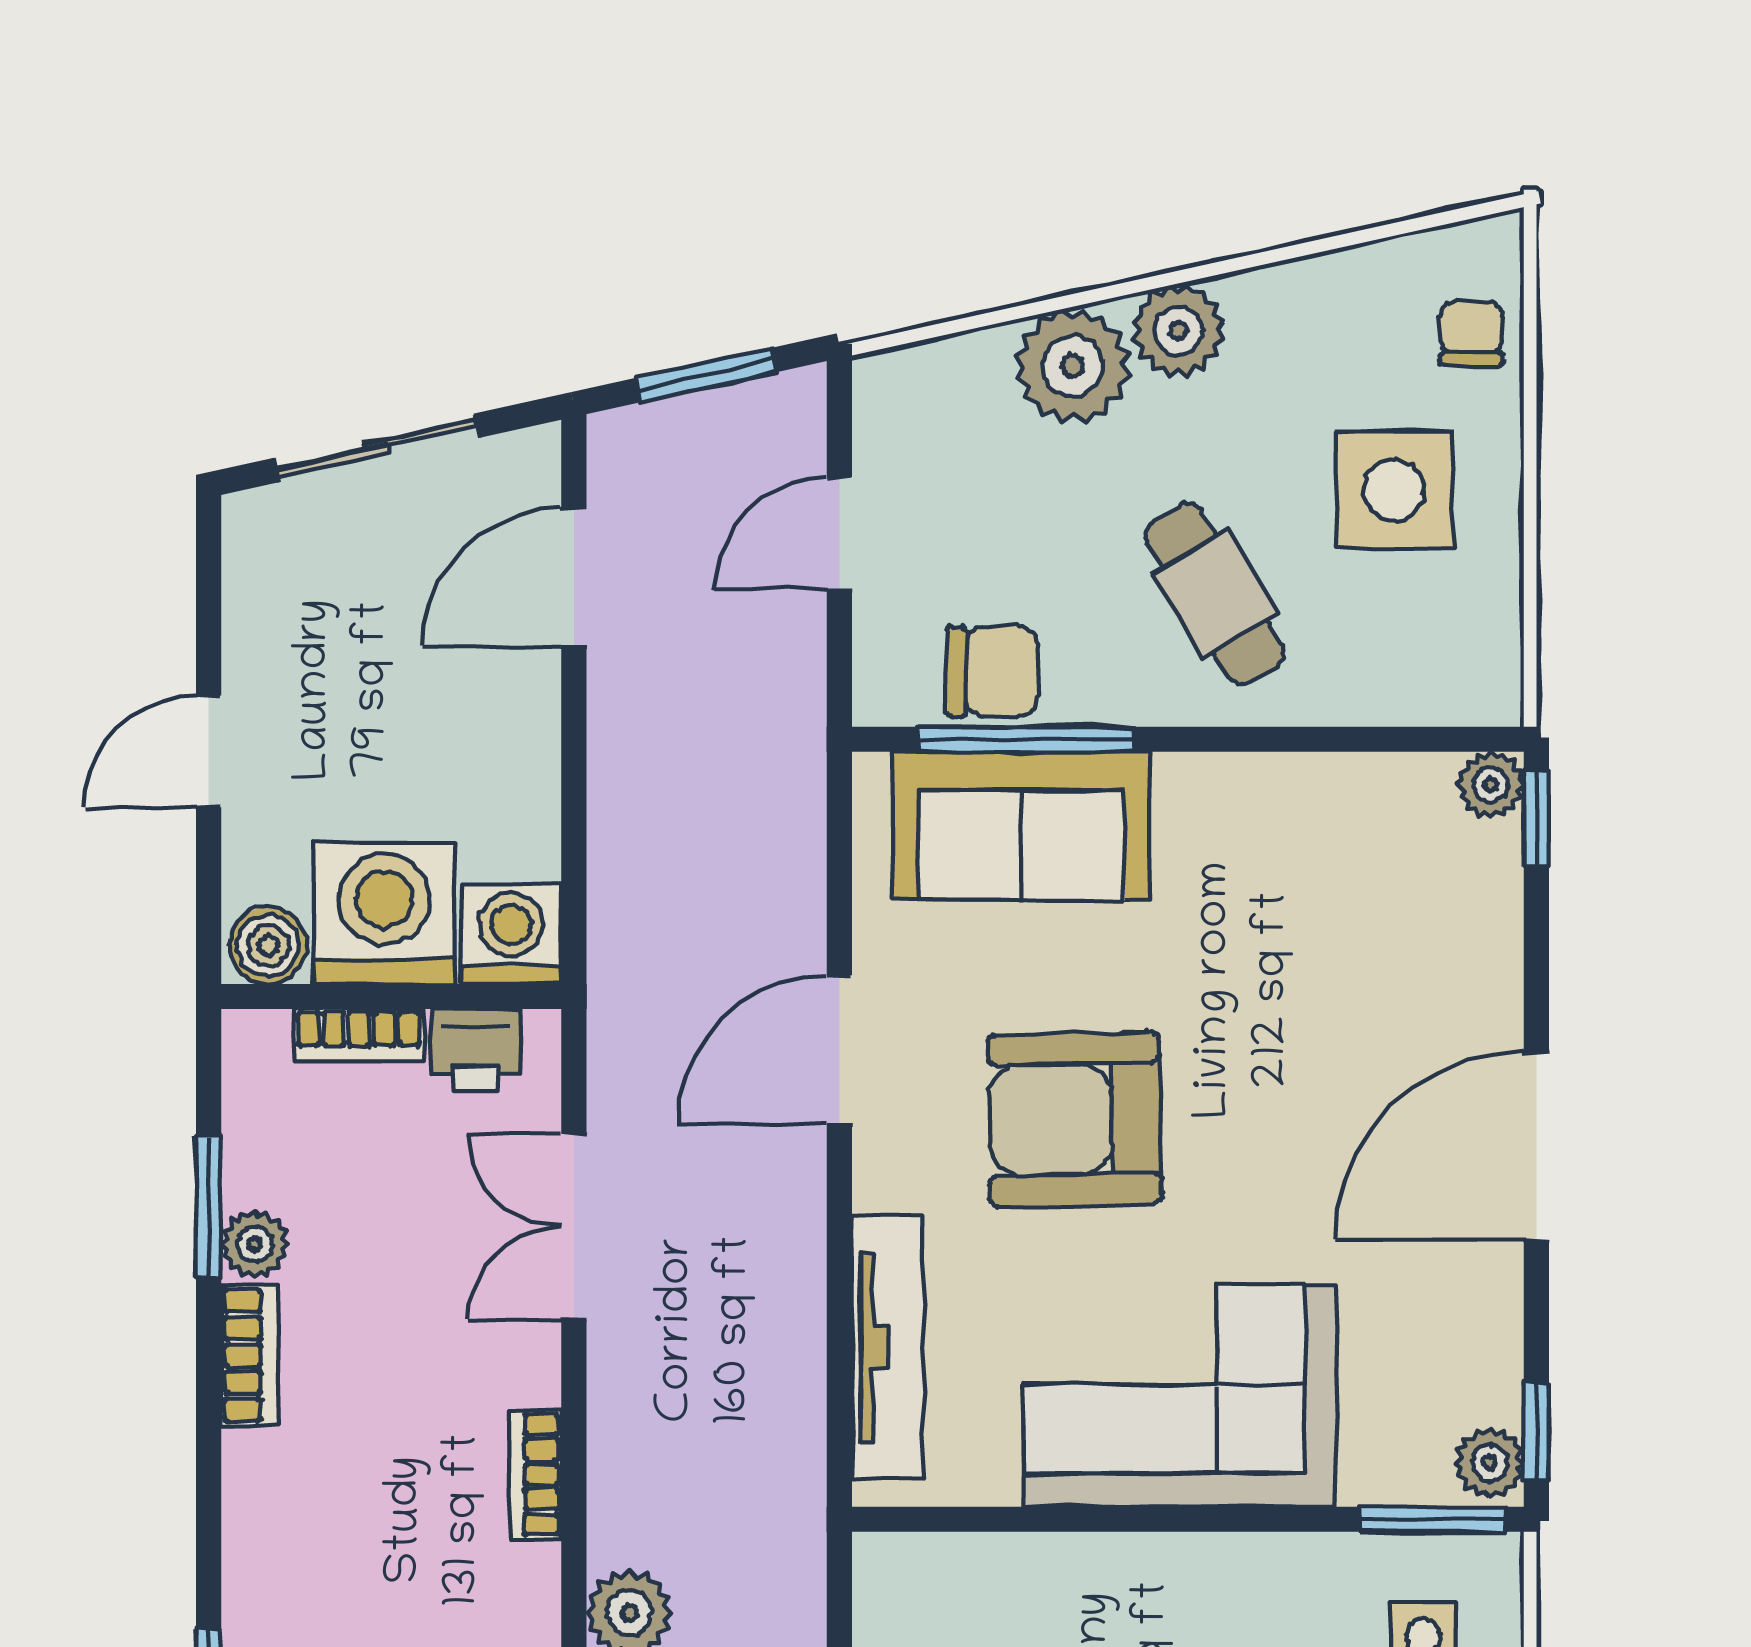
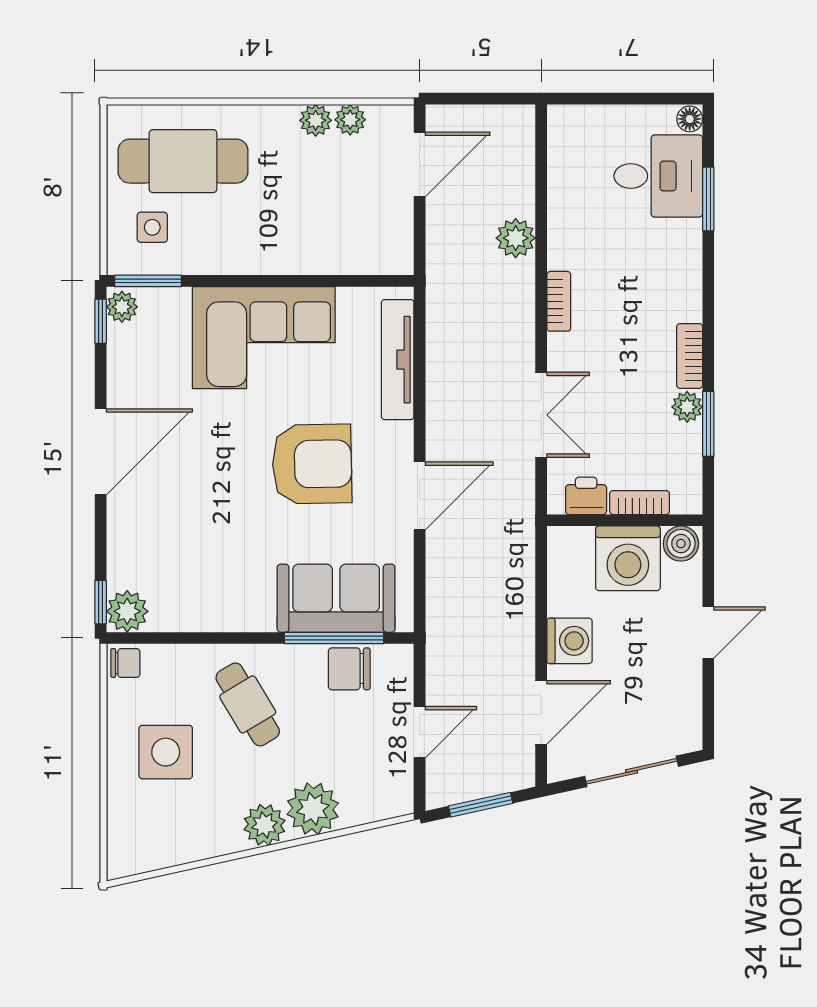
chair: (1471, 334) -> (125, 663), moved, turned -90
plant: (1491, 785) -> (127, 611), width x1.38, depth x1.38
washing machine: (511, 935) -> (570, 641), moved, turned -90

